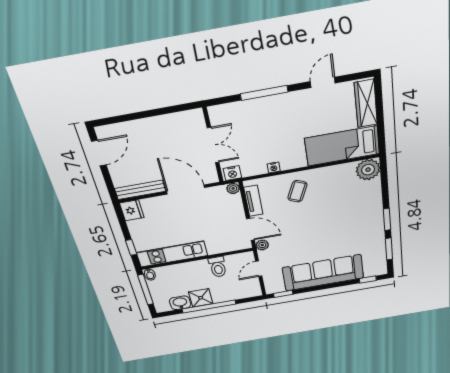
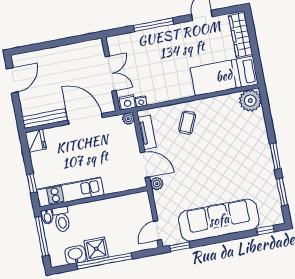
nightstand: (274, 167) -> (141, 101), moved
toilet: (218, 267) -> (62, 219), moved
door: (259, 269) -> (157, 230), moved

